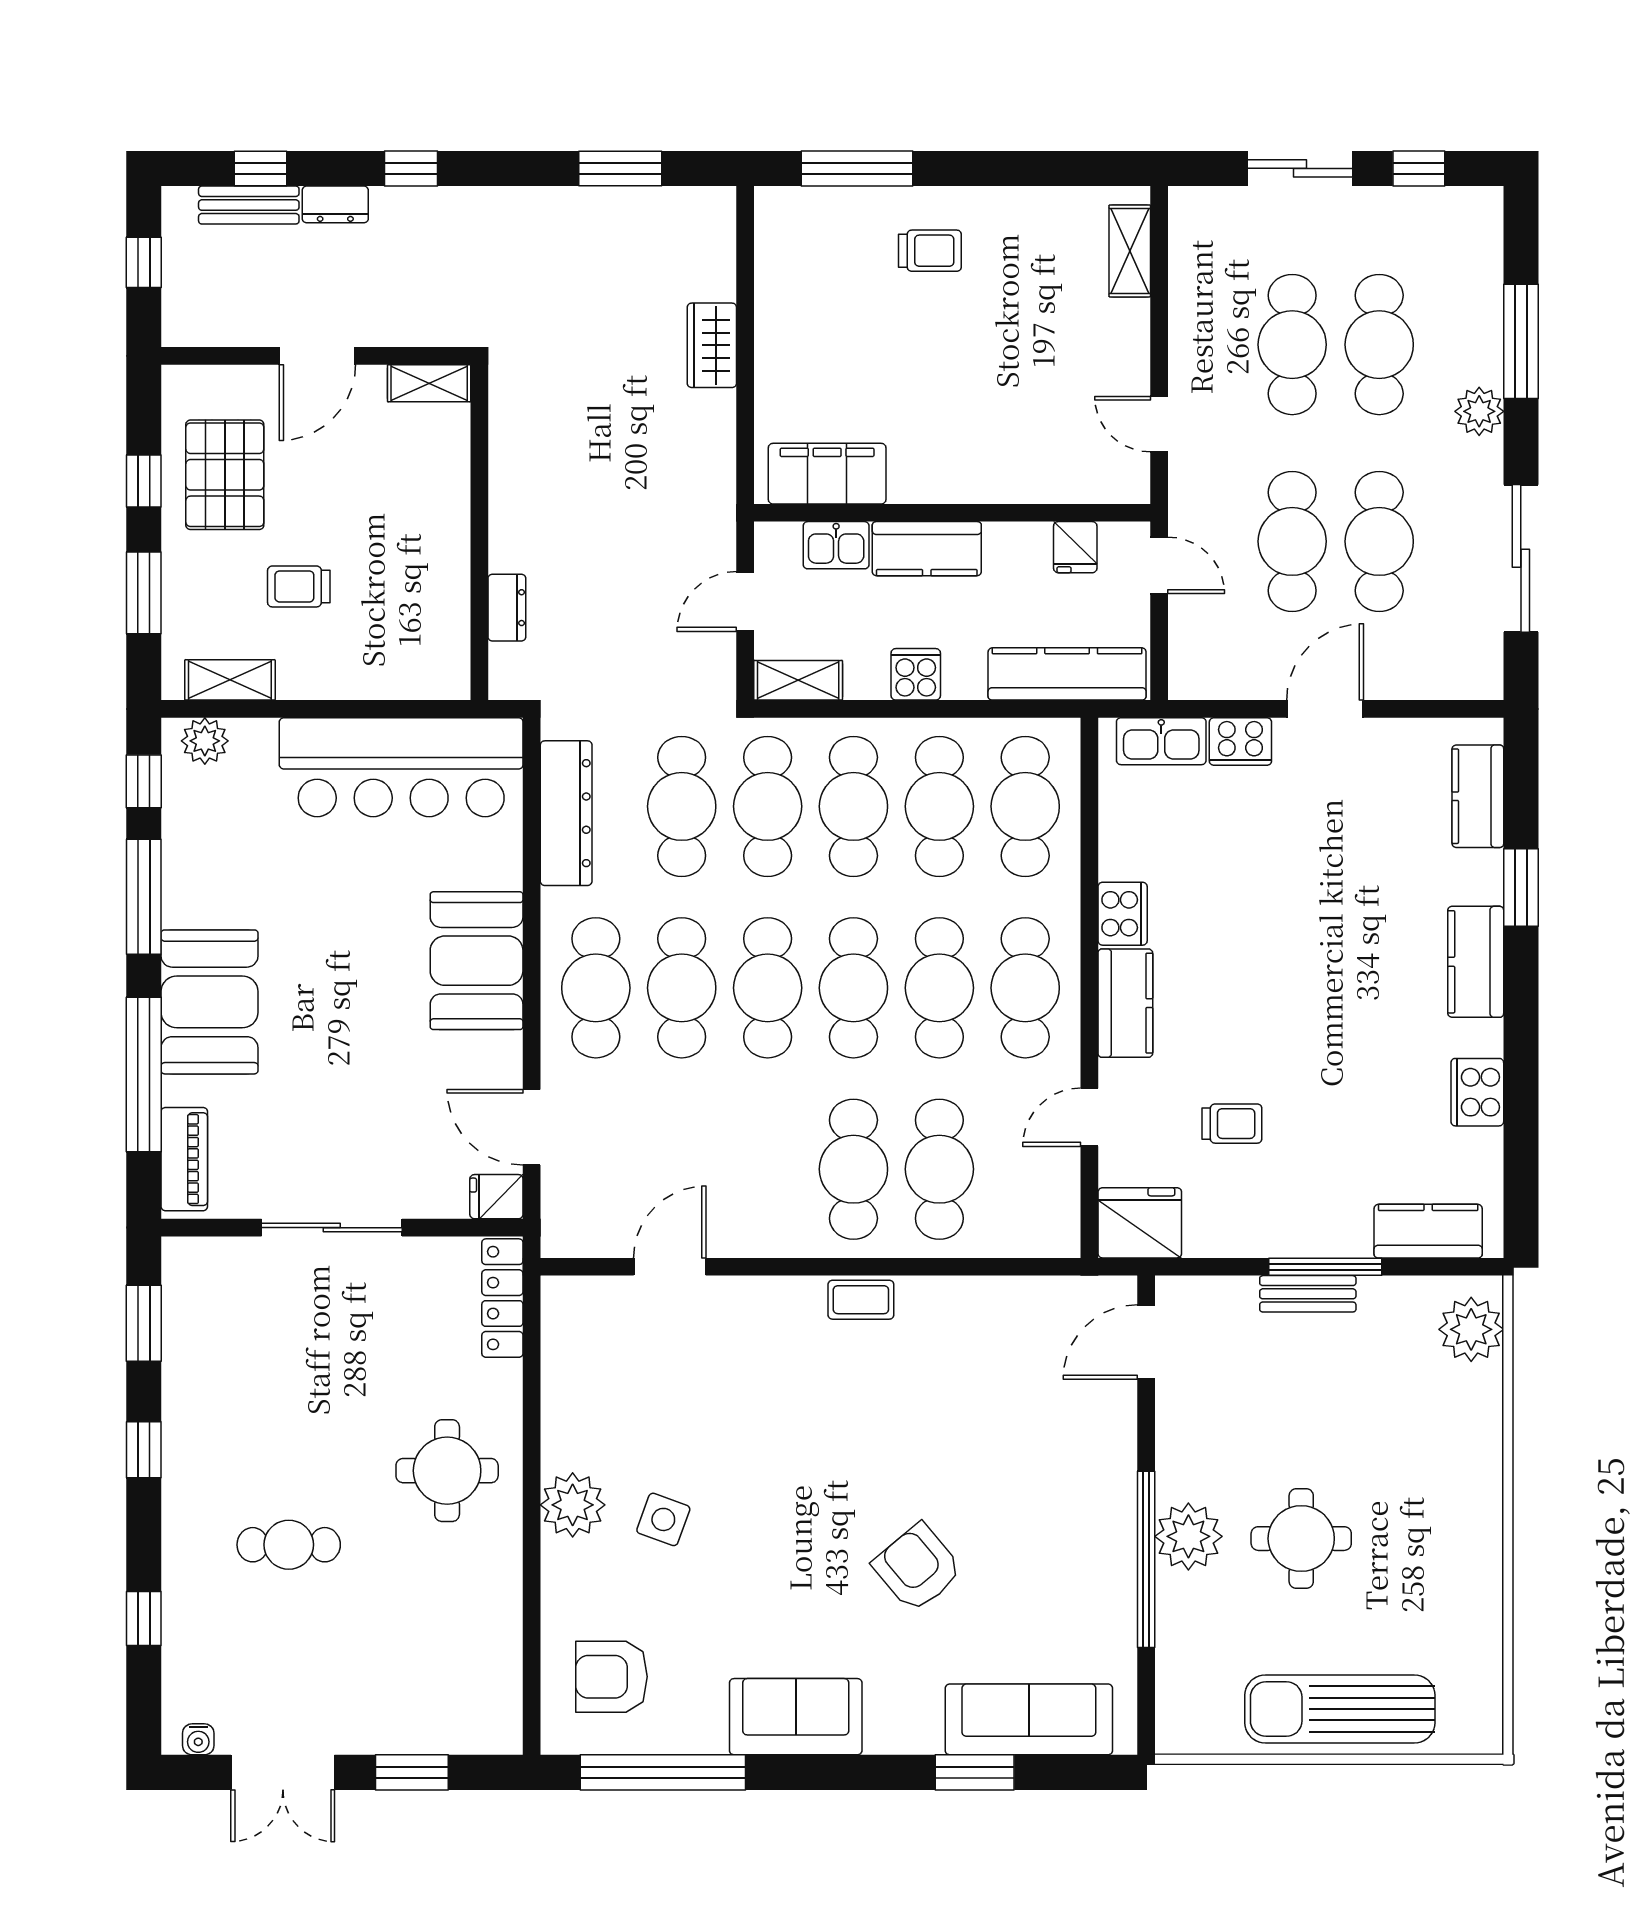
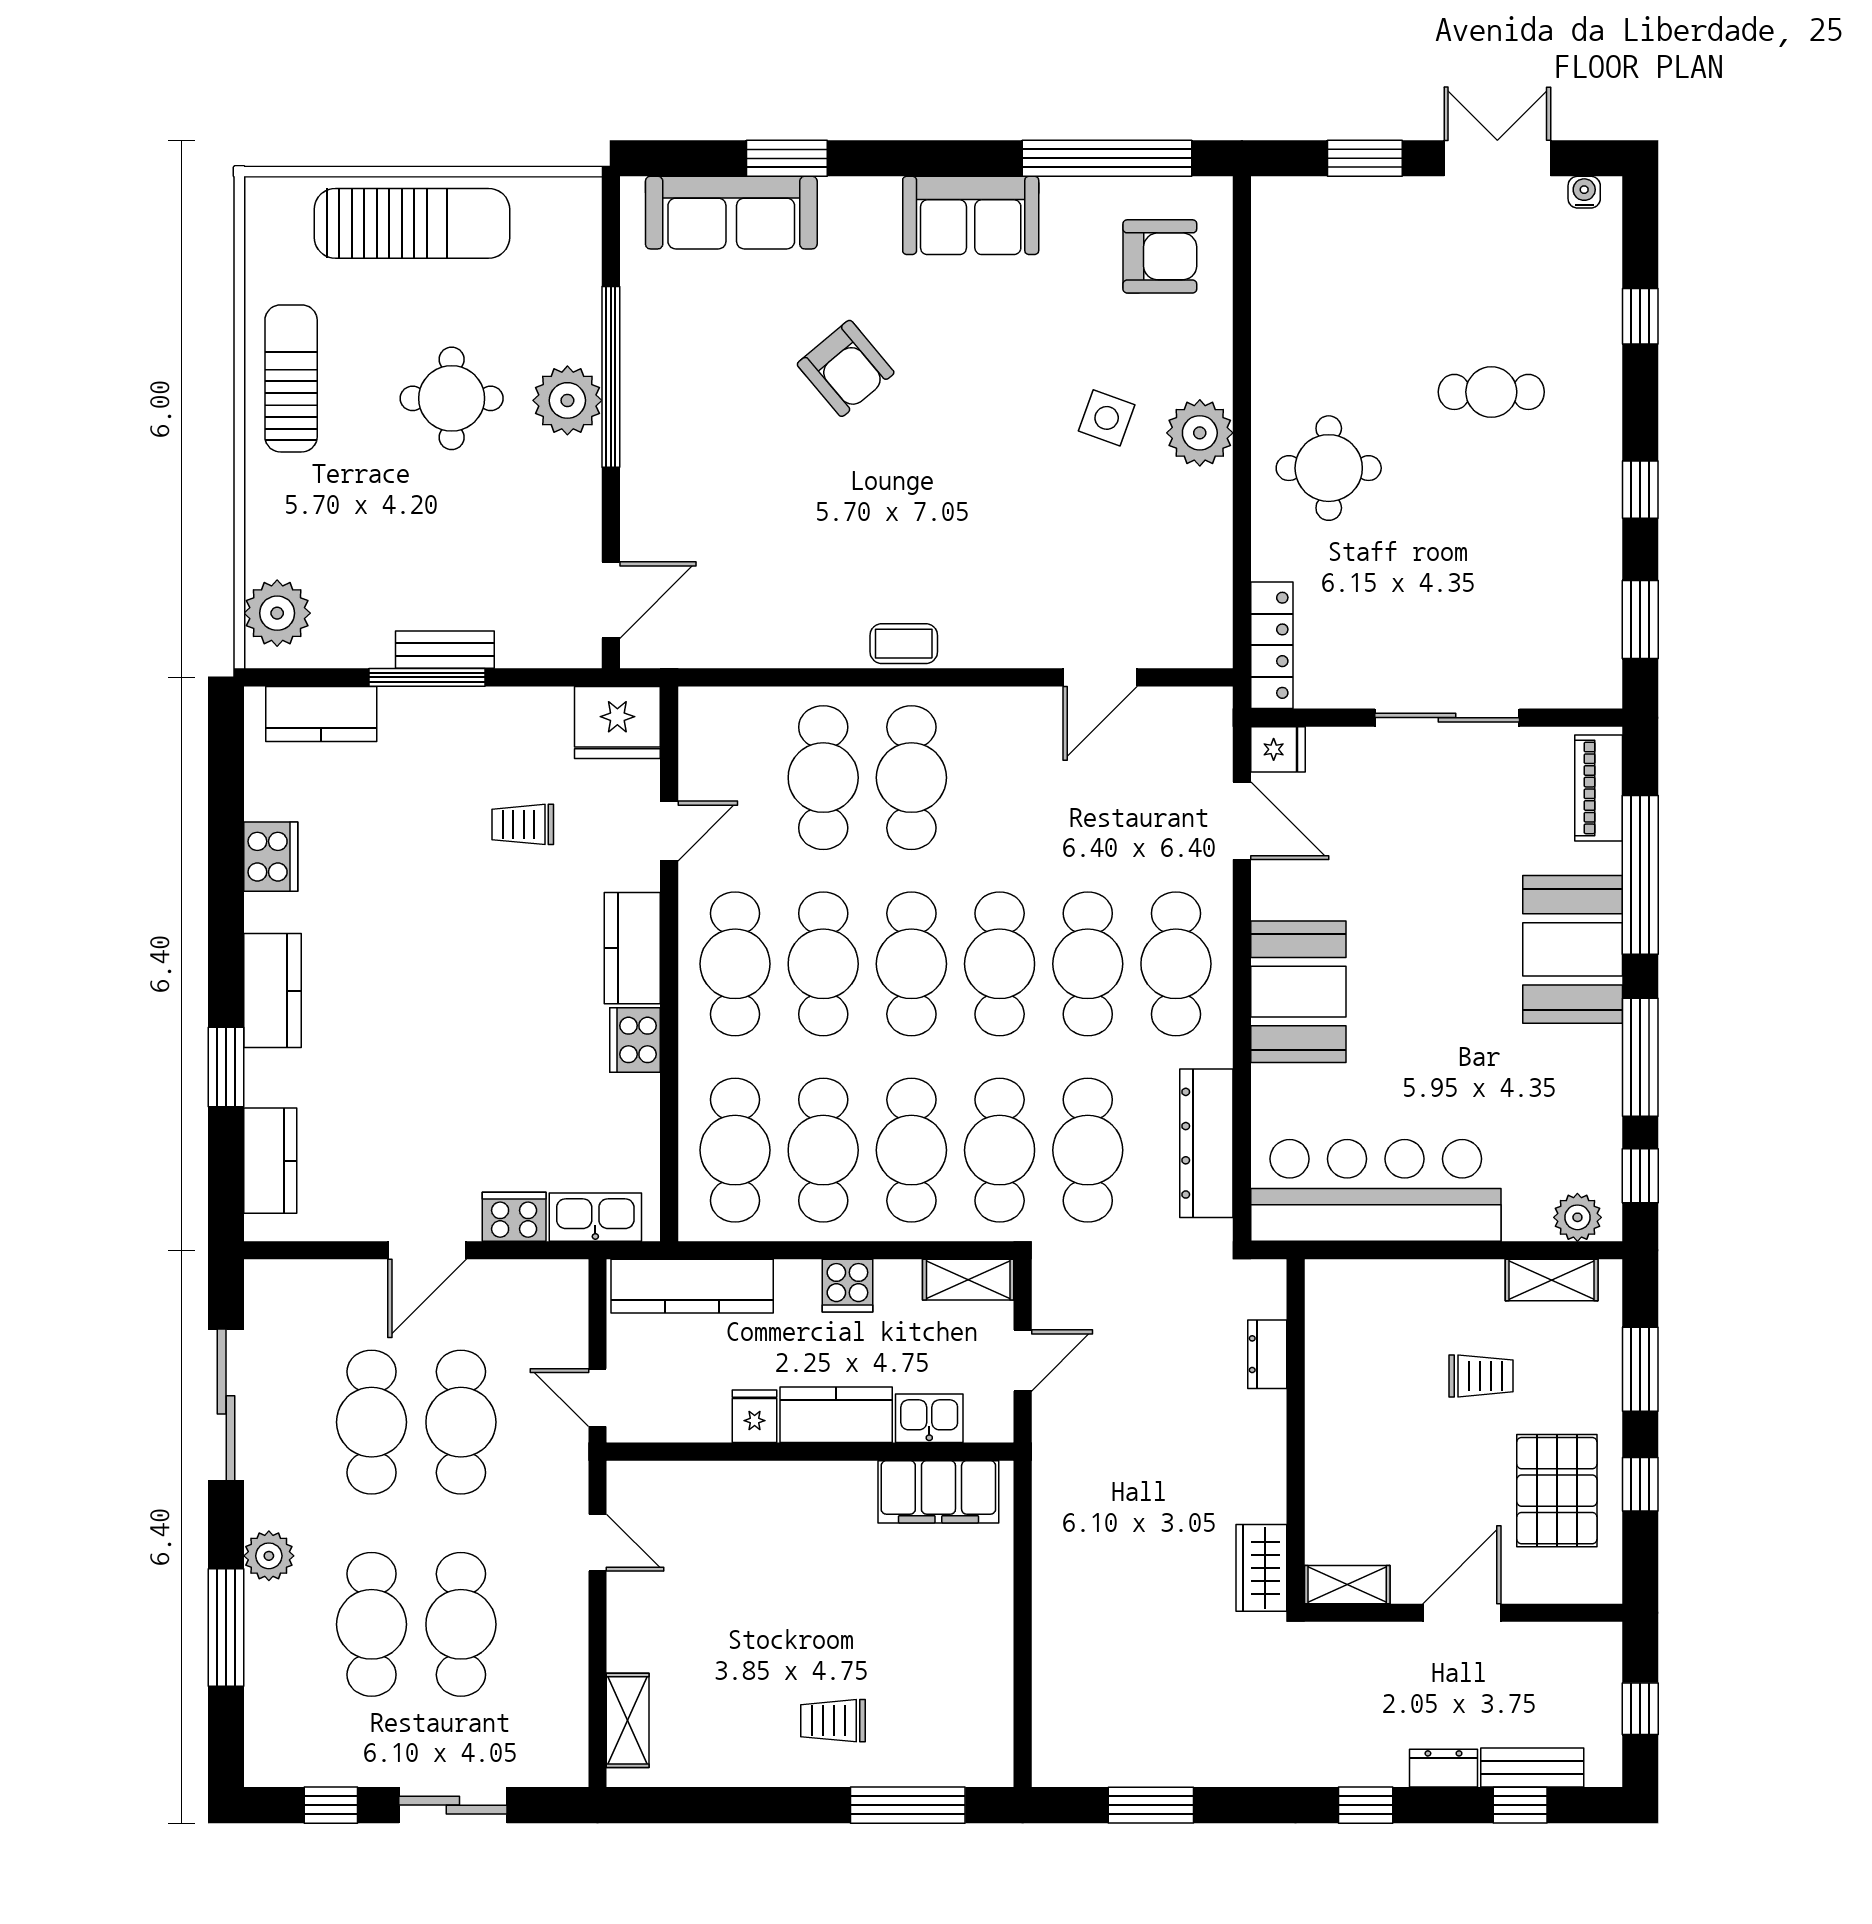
wardrobe: (712, 345) -> (1261, 1568), moved, turned 180
fridge: (1075, 547) -> (755, 1416), moved
sun lounger: (1458, 1558) -> (291, 378), added

